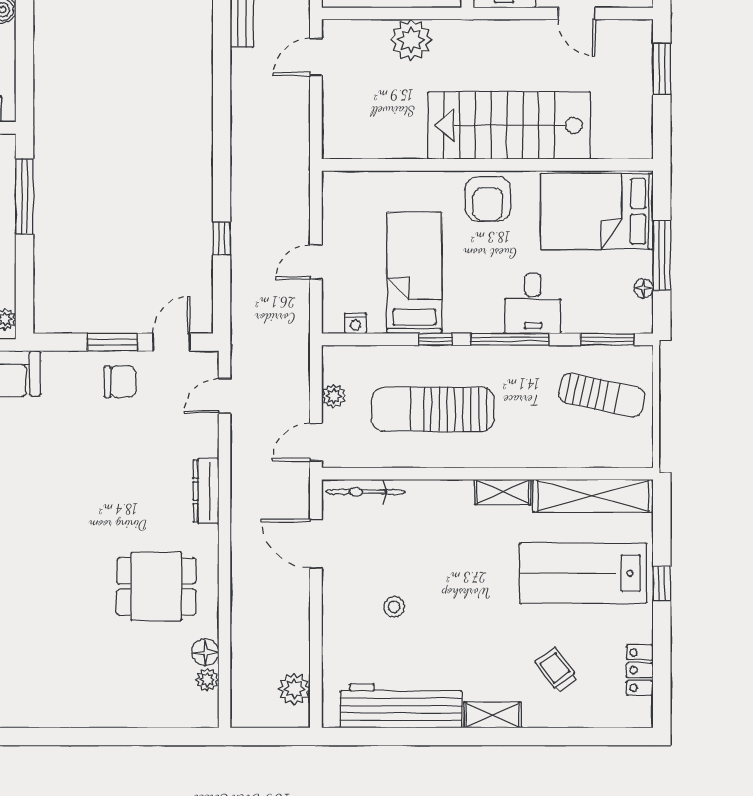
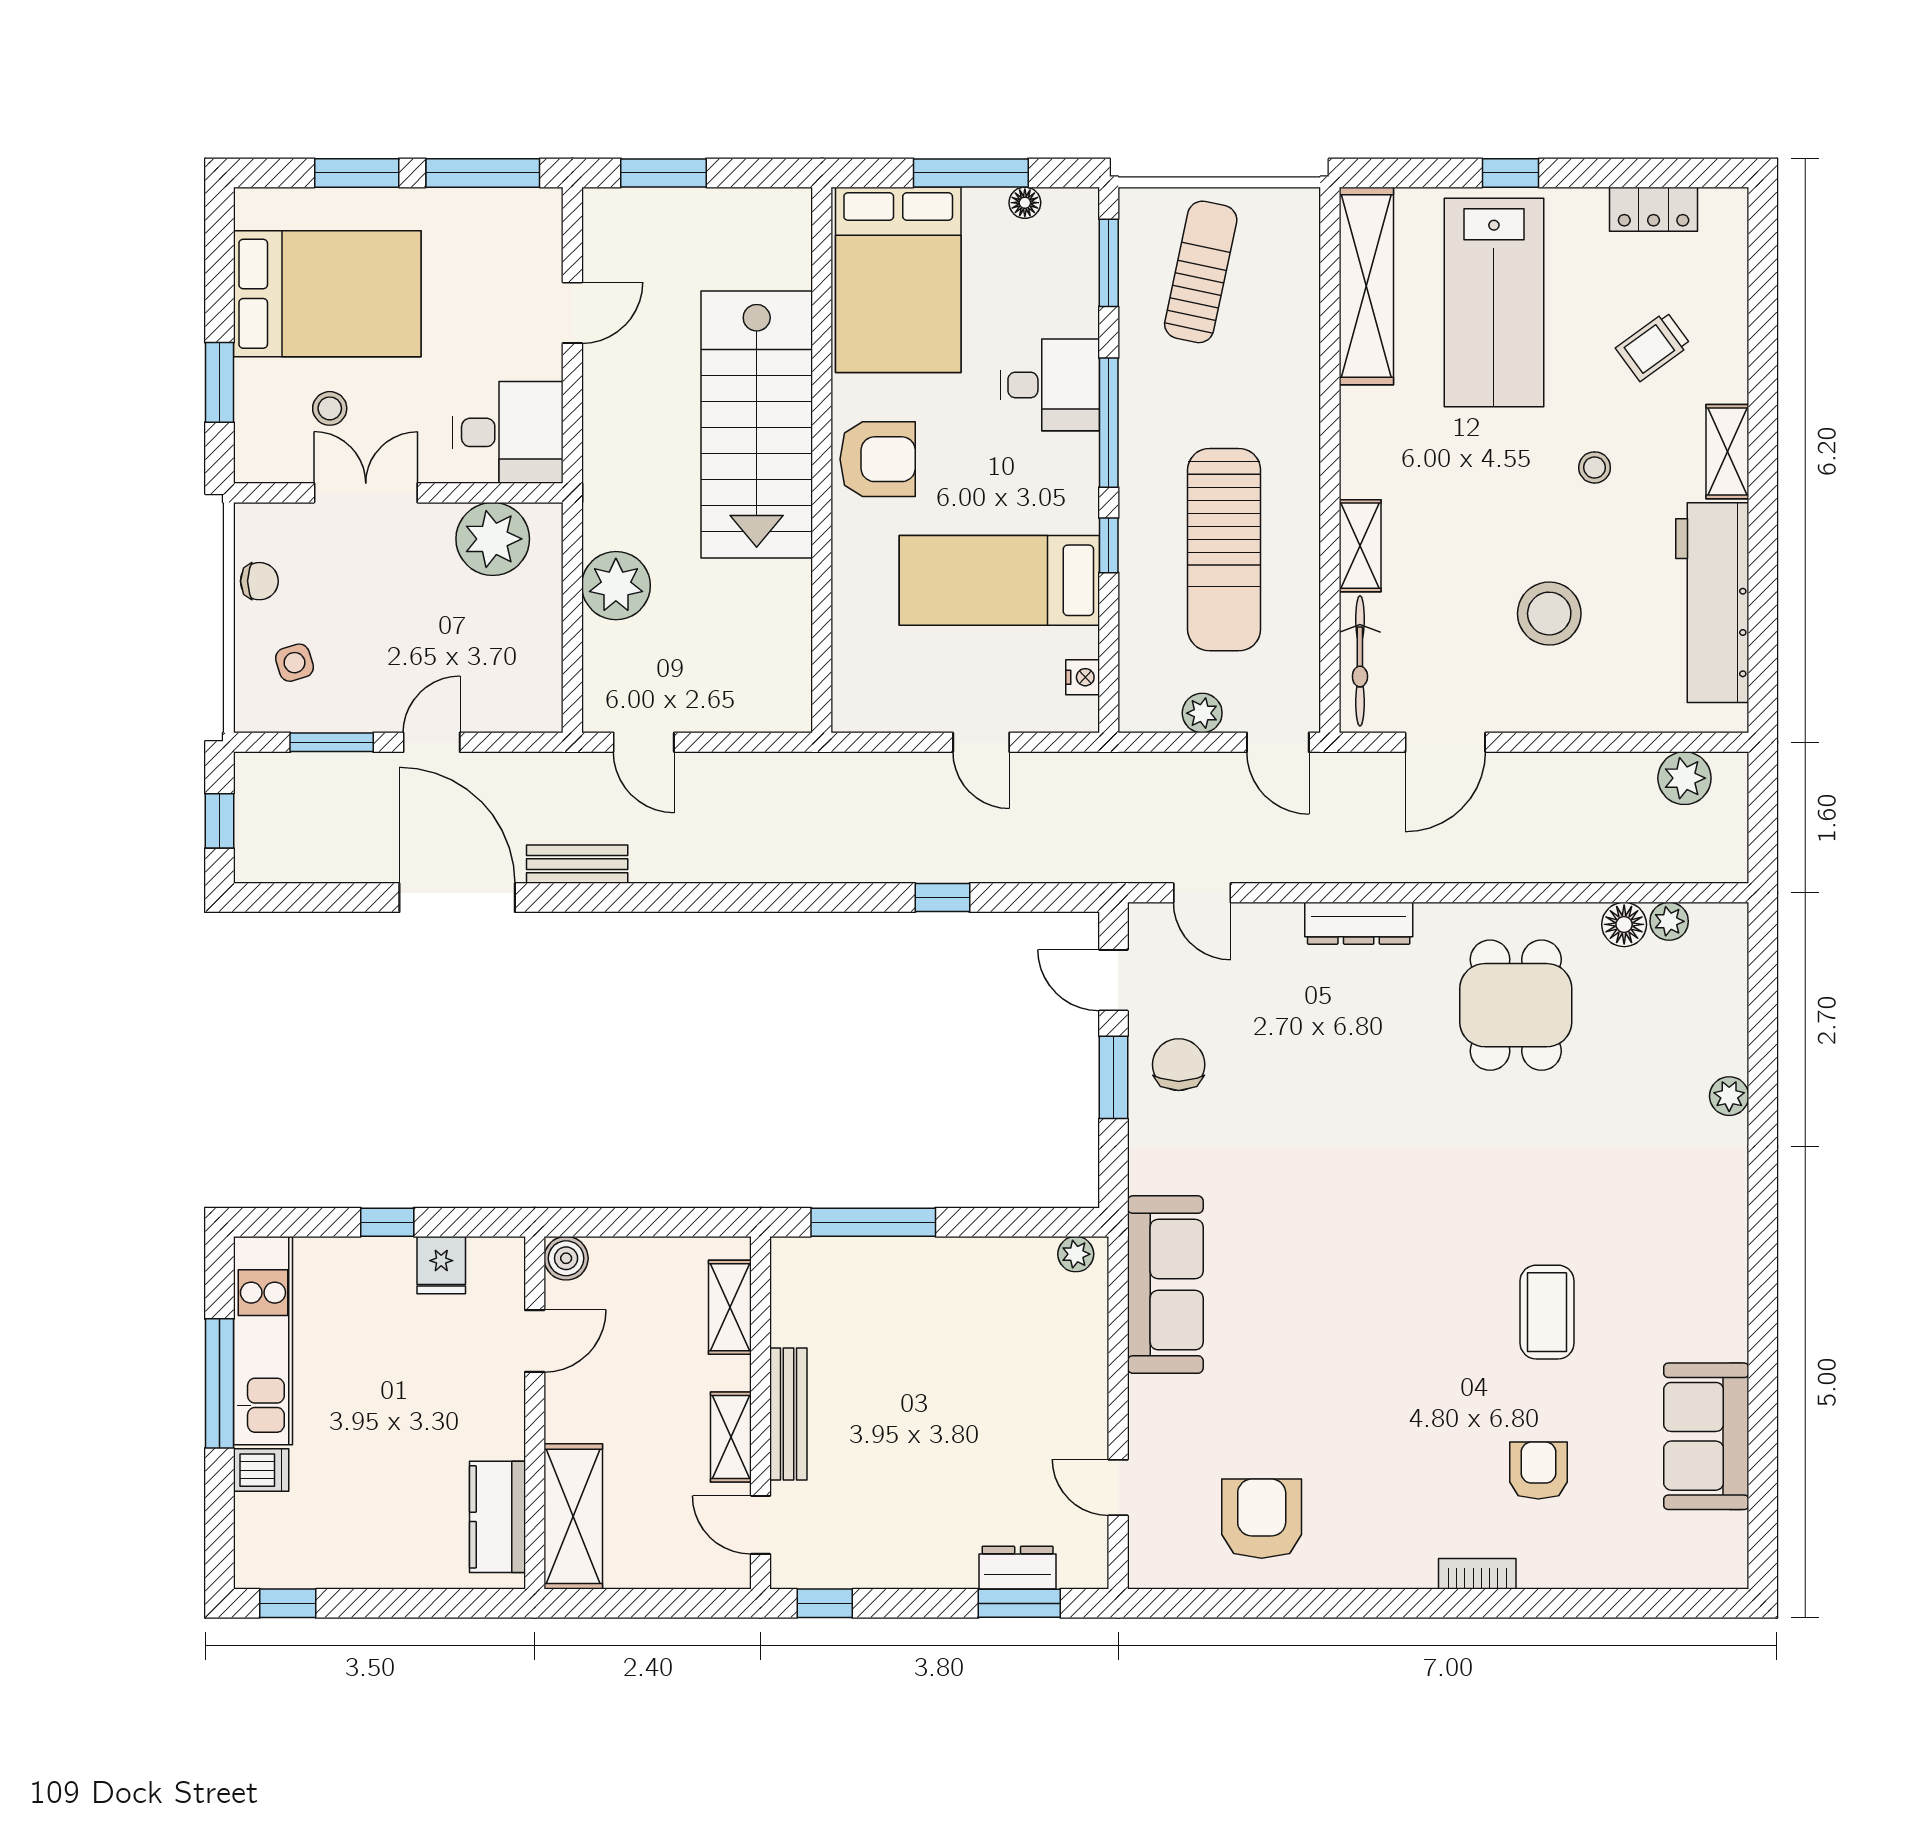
shelving: (503, 492) -> (1360, 546), moved
stool: (394, 607) -> (1549, 614), width x1.89, depth x1.89
stool: (483, 634) -> (1595, 467), added
plant: (101, 716) -> (1729, 1096), added

